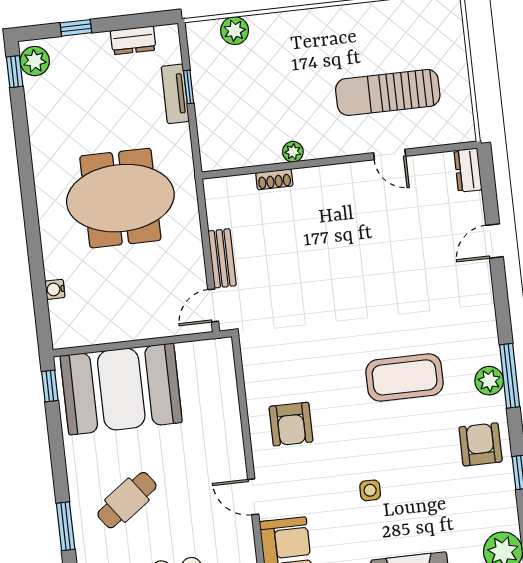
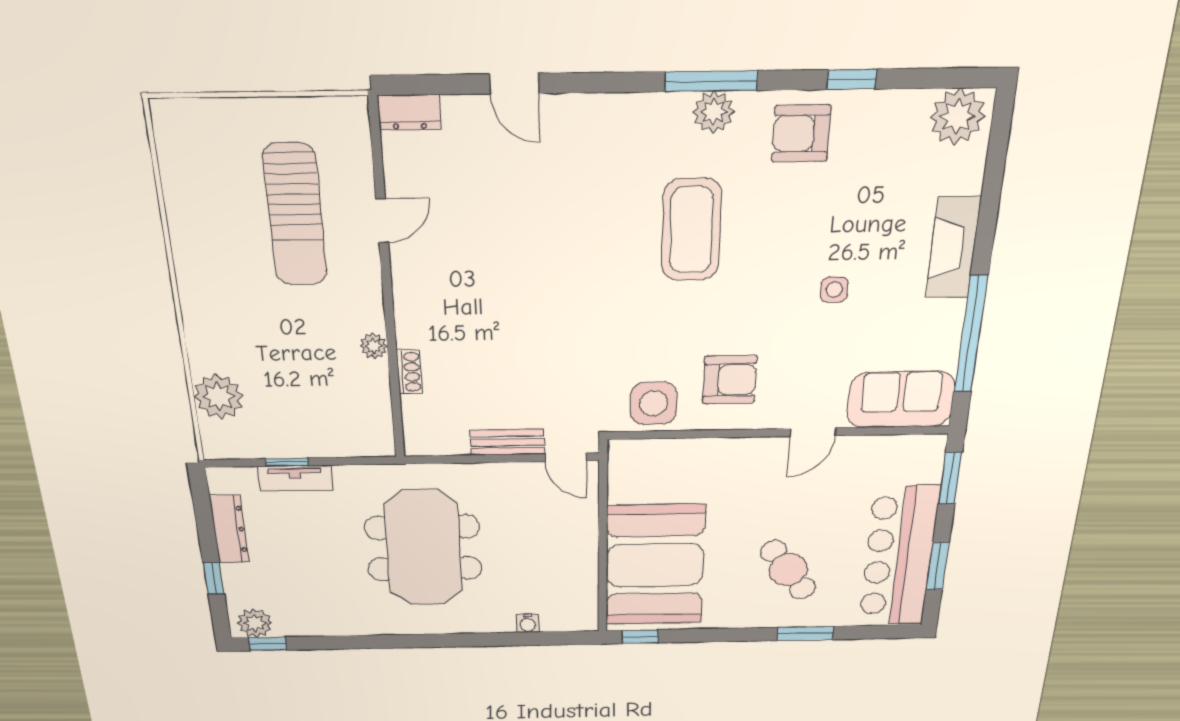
plant: (235, 31) -> (219, 397), width x1.36, depth x1.36
dresser: (133, 40) -> (229, 529), width x1.44
side table: (266, 368) -> (653, 403), added

